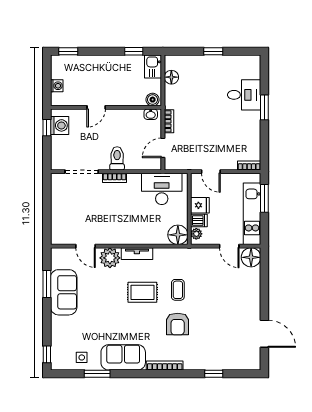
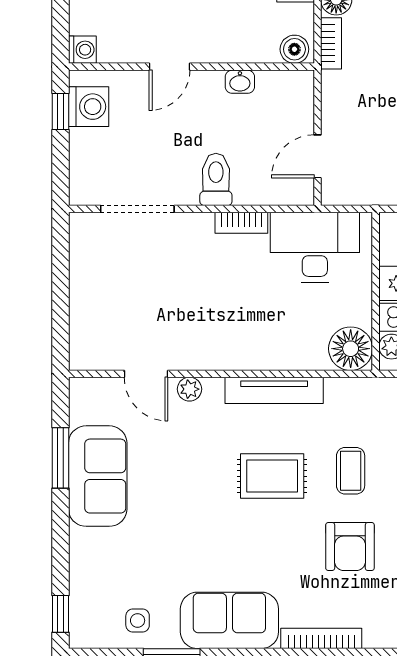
washing machine: (57, 86) -> (82, 50), moved
washbasin: (151, 114) -> (240, 82), moved
bookcase: (169, 121) -> (331, 43), moved
bookcase: (115, 178) -> (241, 223), moved
tv unit: (137, 254) -> (274, 390), width x1.41
plant: (110, 258) -> (189, 389), width x0.53, depth x0.53

